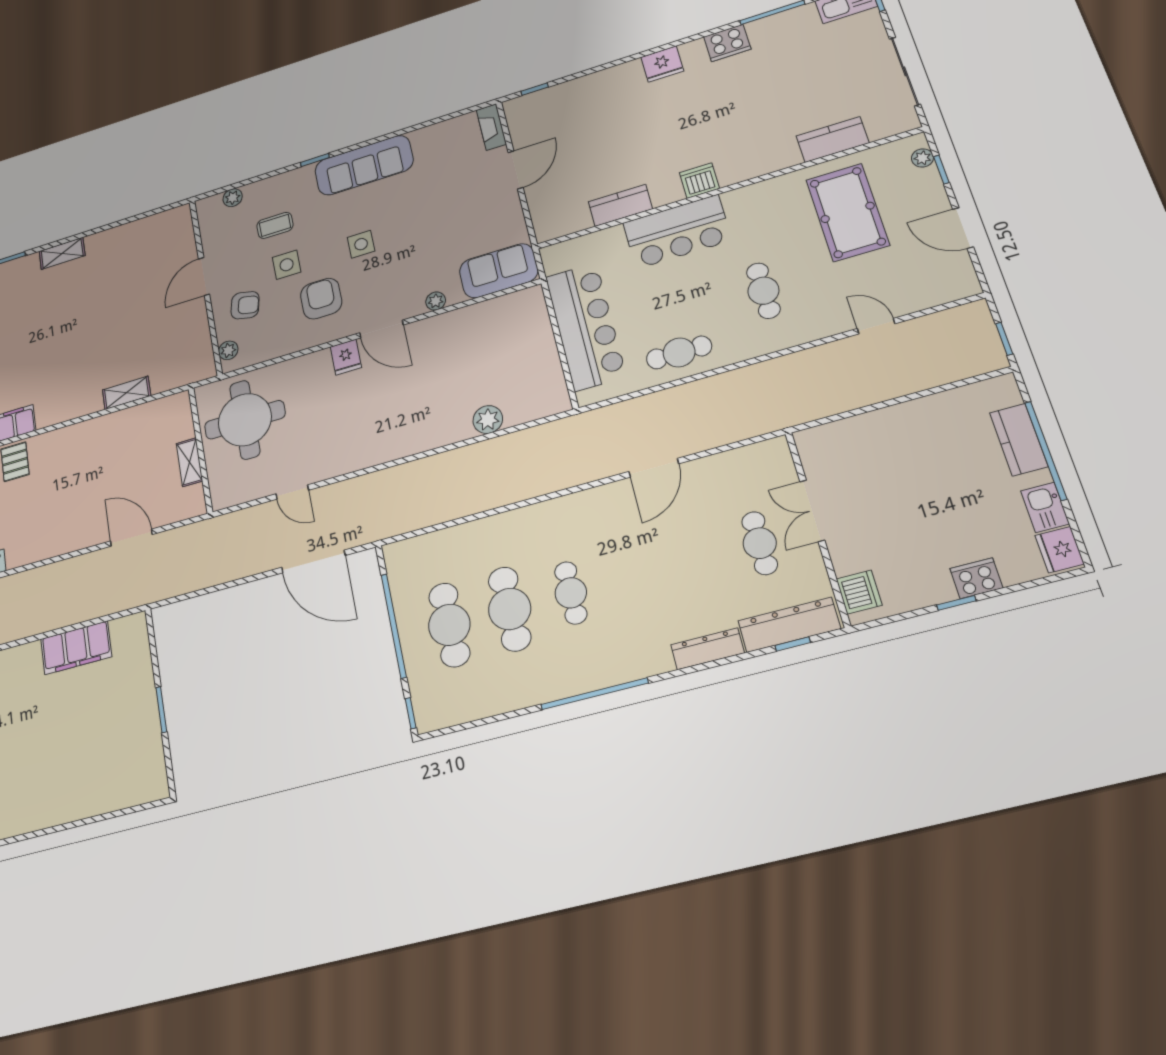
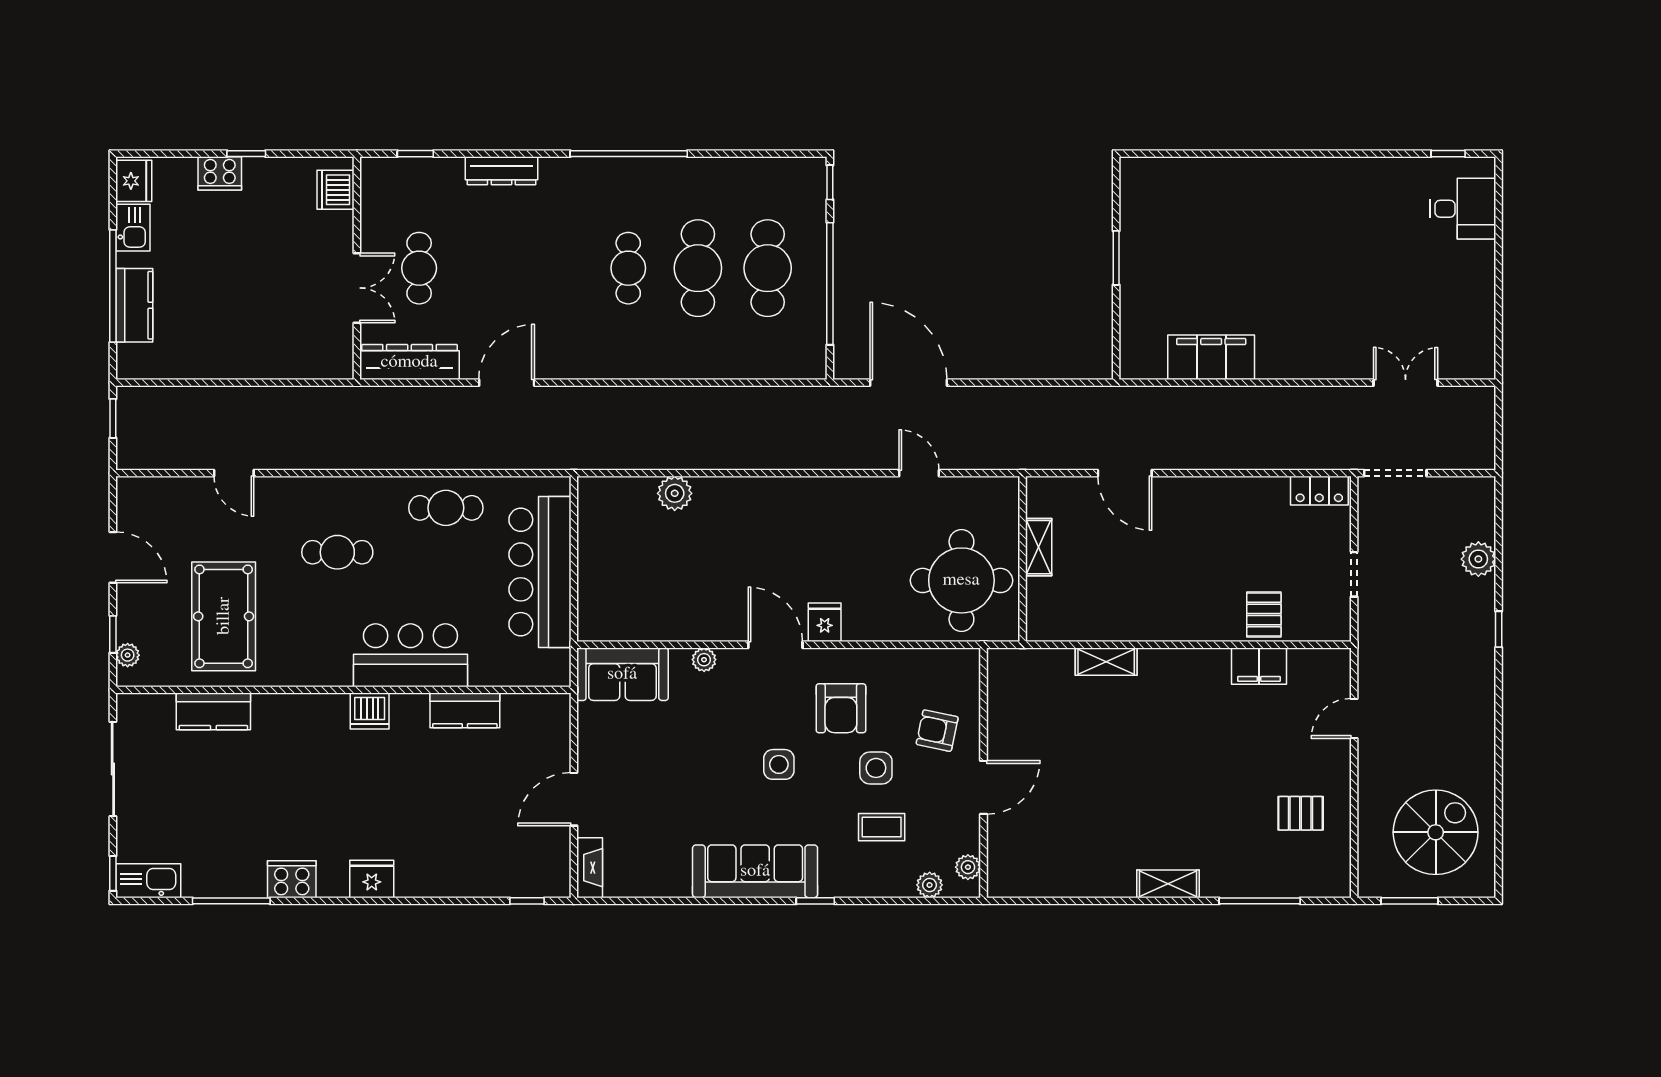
cafe table: (763, 291) -> (337, 552), turned 90
plant: (228, 350) -> (968, 867), moved
dresser: (789, 625) -> (409, 362), moved, turned 180

